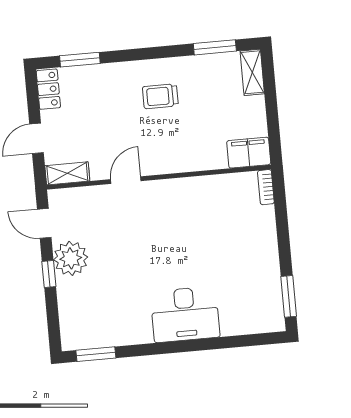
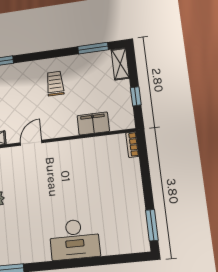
trolley: (160, 96) -> (55, 83), turned 90
window: (273, 120) -> (136, 96), added
filing cabinet: (249, 153) -> (93, 123), moved

